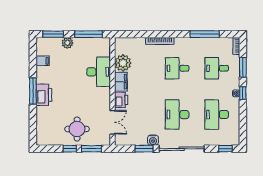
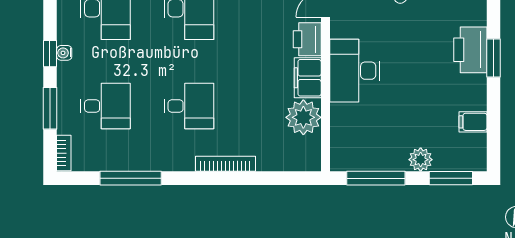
desk: (99, 72) -> (355, 71), moved
window: (33, 91) -> (494, 58), width x0.69

